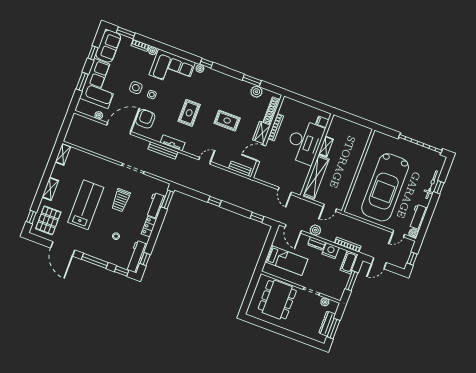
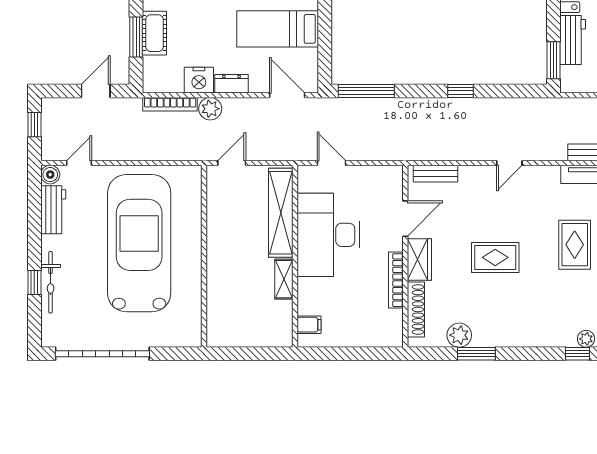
desk: (305, 142) -> (328, 235), moved
window: (257, 217) -> (366, 91), width x2.17
plant: (315, 230) -> (210, 109), moved
cot: (349, 262) -> (154, 33), moved

